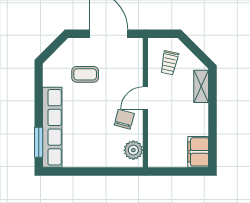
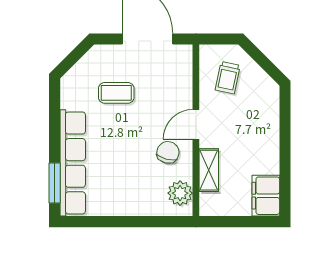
shelving: (201, 86) -> (209, 170), moved

